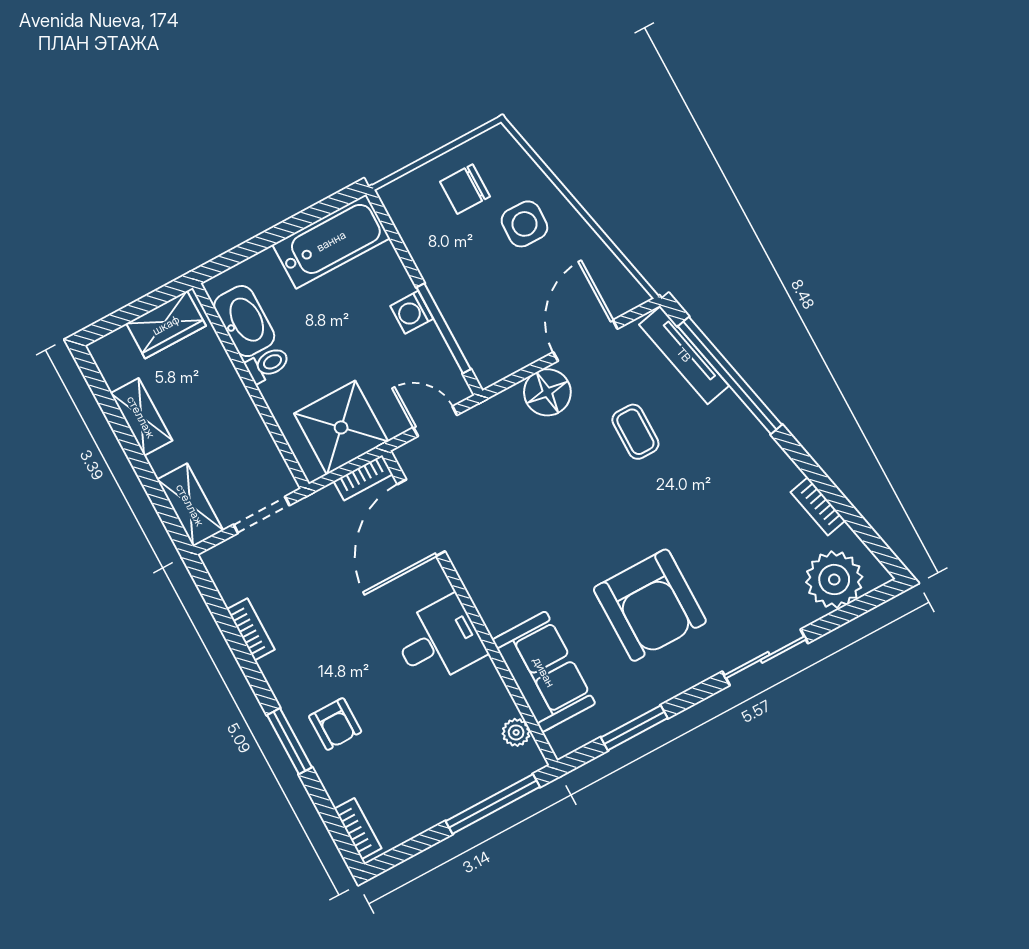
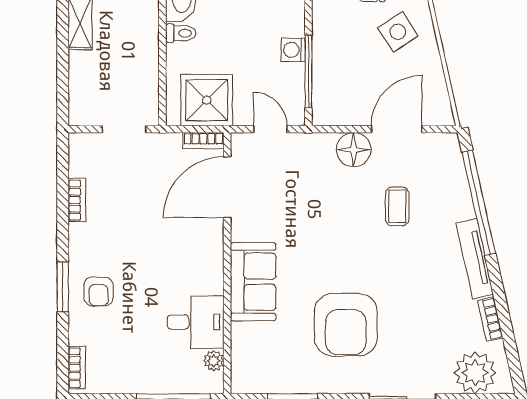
side table: (524, 224) -> (398, 32), turned -34
tv unit: (684, 355) -> (475, 259), moved
shelving: (190, 505) -> (81, 98), removed
desk: (439, 641) -> (196, 322), moved
sofa: (544, 672) -> (253, 282), moved

